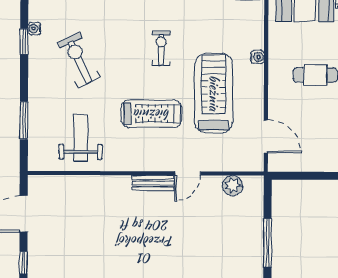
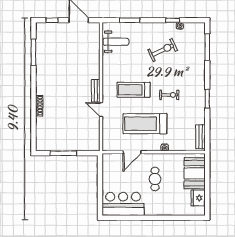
treadmill: (214, 93) -> (145, 124), turned 180
treadmill: (152, 114) -> (134, 90), turned 90
door: (266, 137) -> (132, 152), moved
weight bench: (81, 138) -> (116, 42), moved
plant: (233, 186) -> (94, 134), removed

